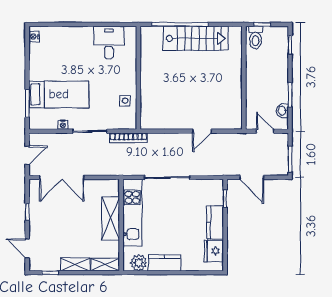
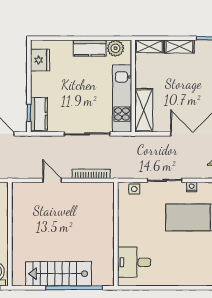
desk: (109, 42) -> (134, 262), moved, turned 90
side table: (125, 101) -> (134, 189), moved
door: (202, 131) -> (52, 180), hinge flipped
bookcase: (128, 138) -> (91, 174), moved
shelving: (111, 218) -> (144, 110), moved
kitchen counter: (215, 222) -> (39, 114), moved

